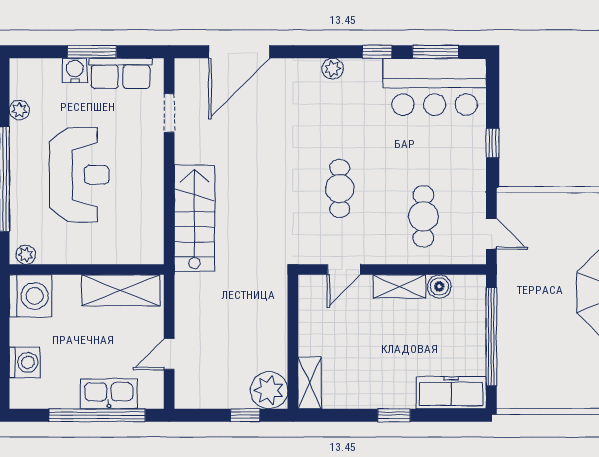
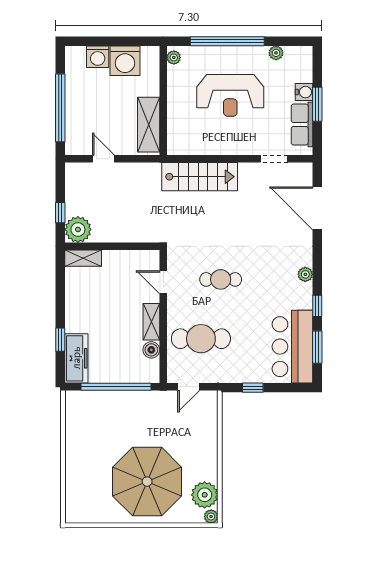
cafe table: (423, 216) -> (201, 339), width x1.37, depth x1.35
washing machine: (30, 296) -> (125, 61), moved
kitchen sink: (109, 394) -> (75, 116), removed
window: (394, 415) -> (60, 340), moved

